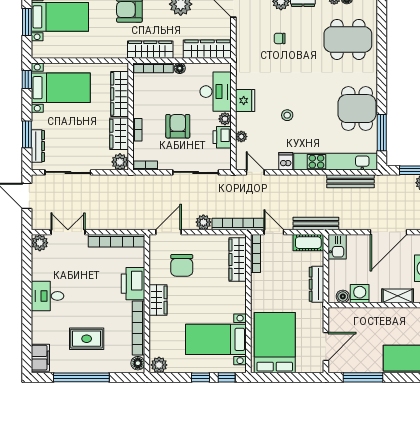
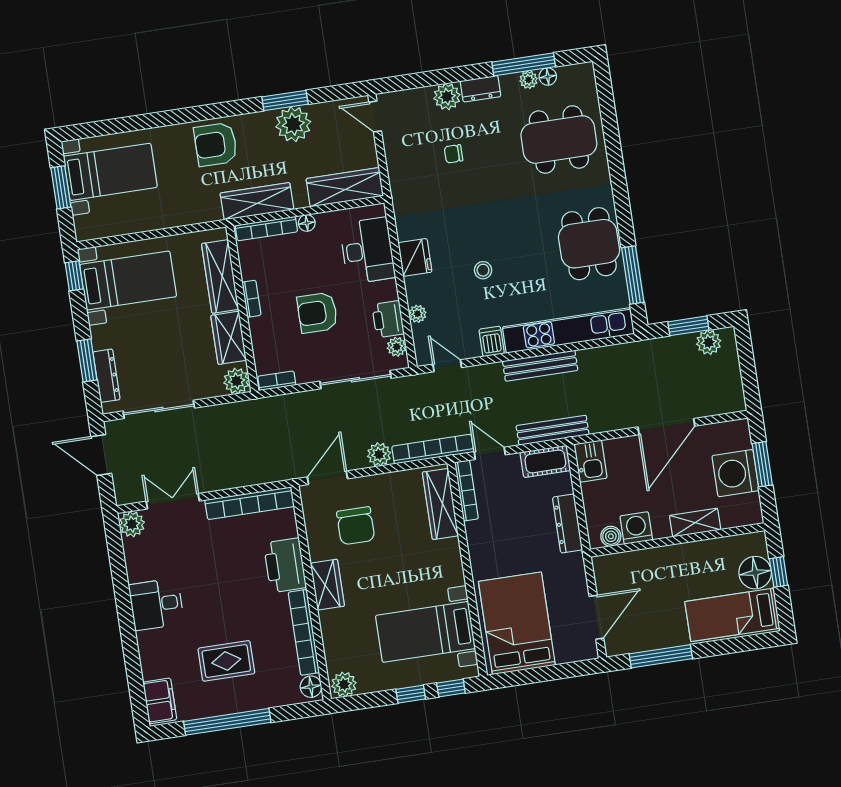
plant: (225, 119) -> (397, 347), moved
armchair: (178, 126) -> (317, 313), turned -90
bookcase: (137, 130) -> (251, 299), moved
bench: (350, 181) -> (540, 366), moved

